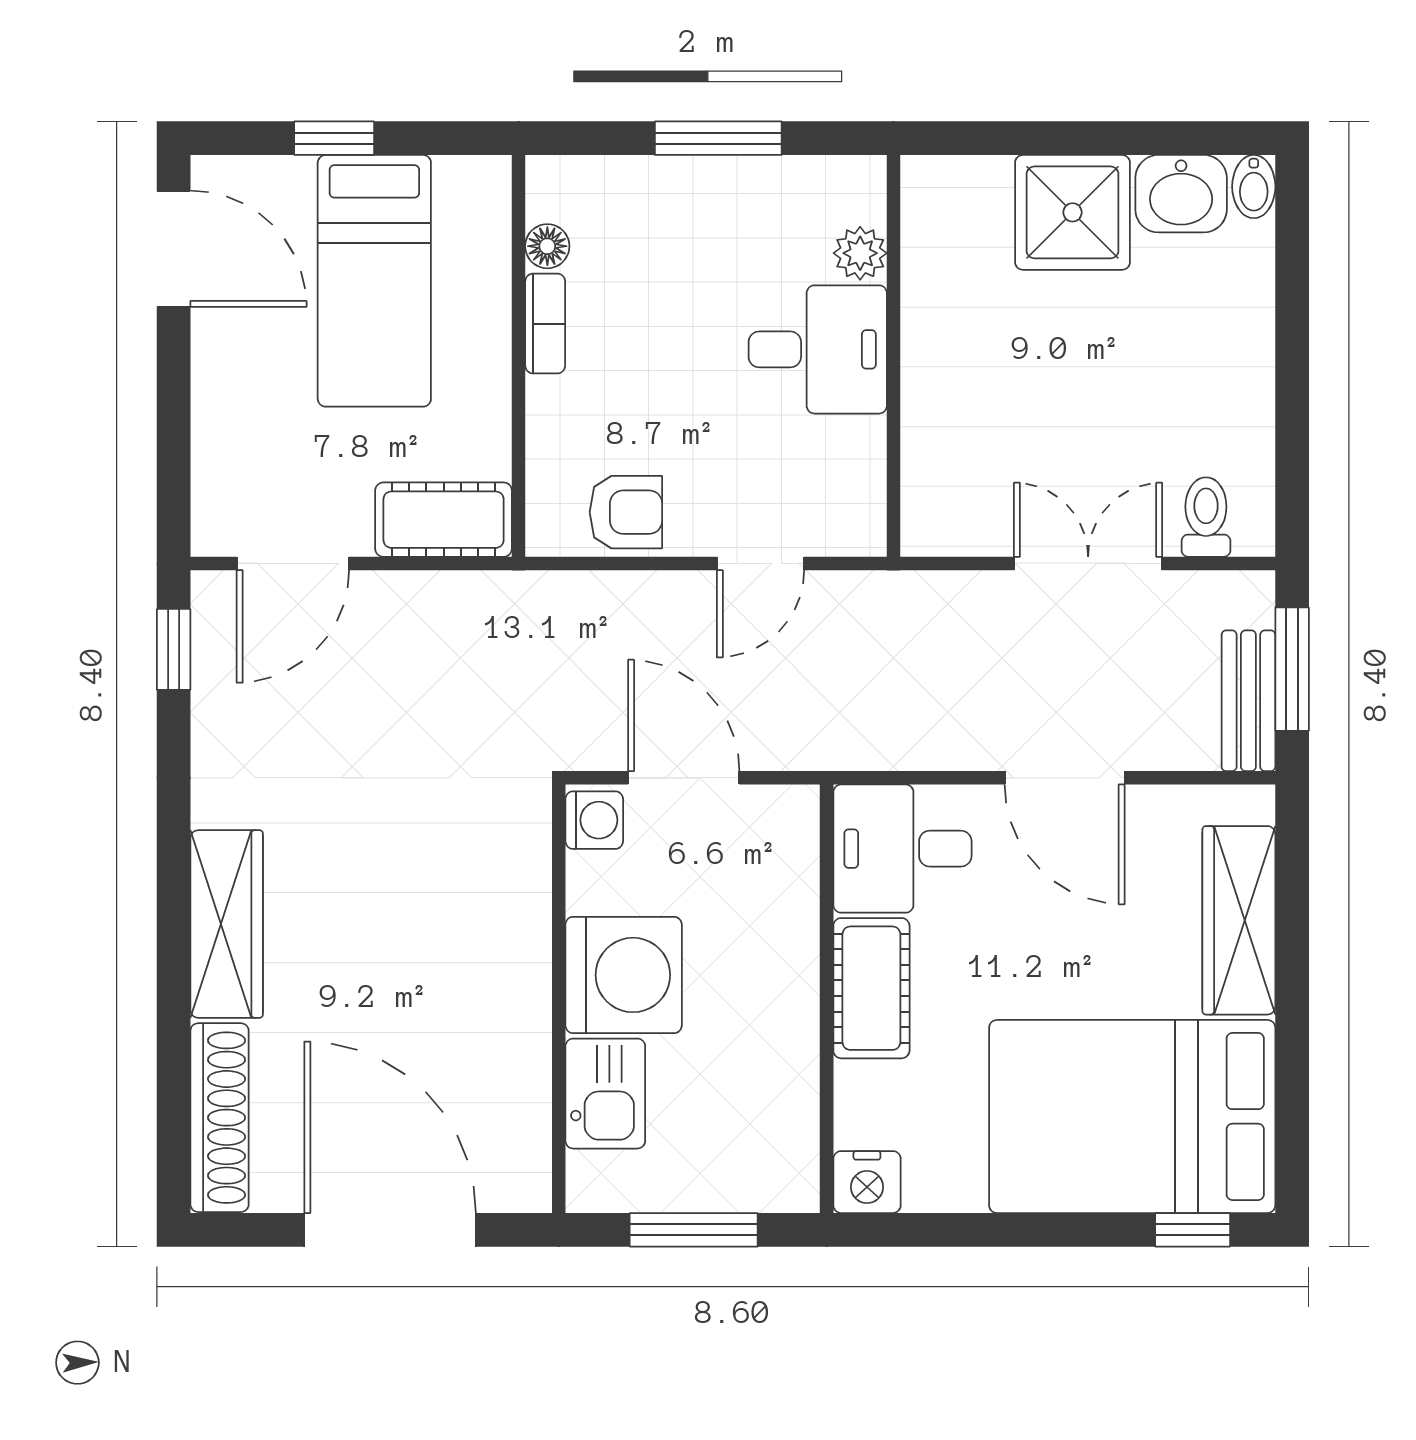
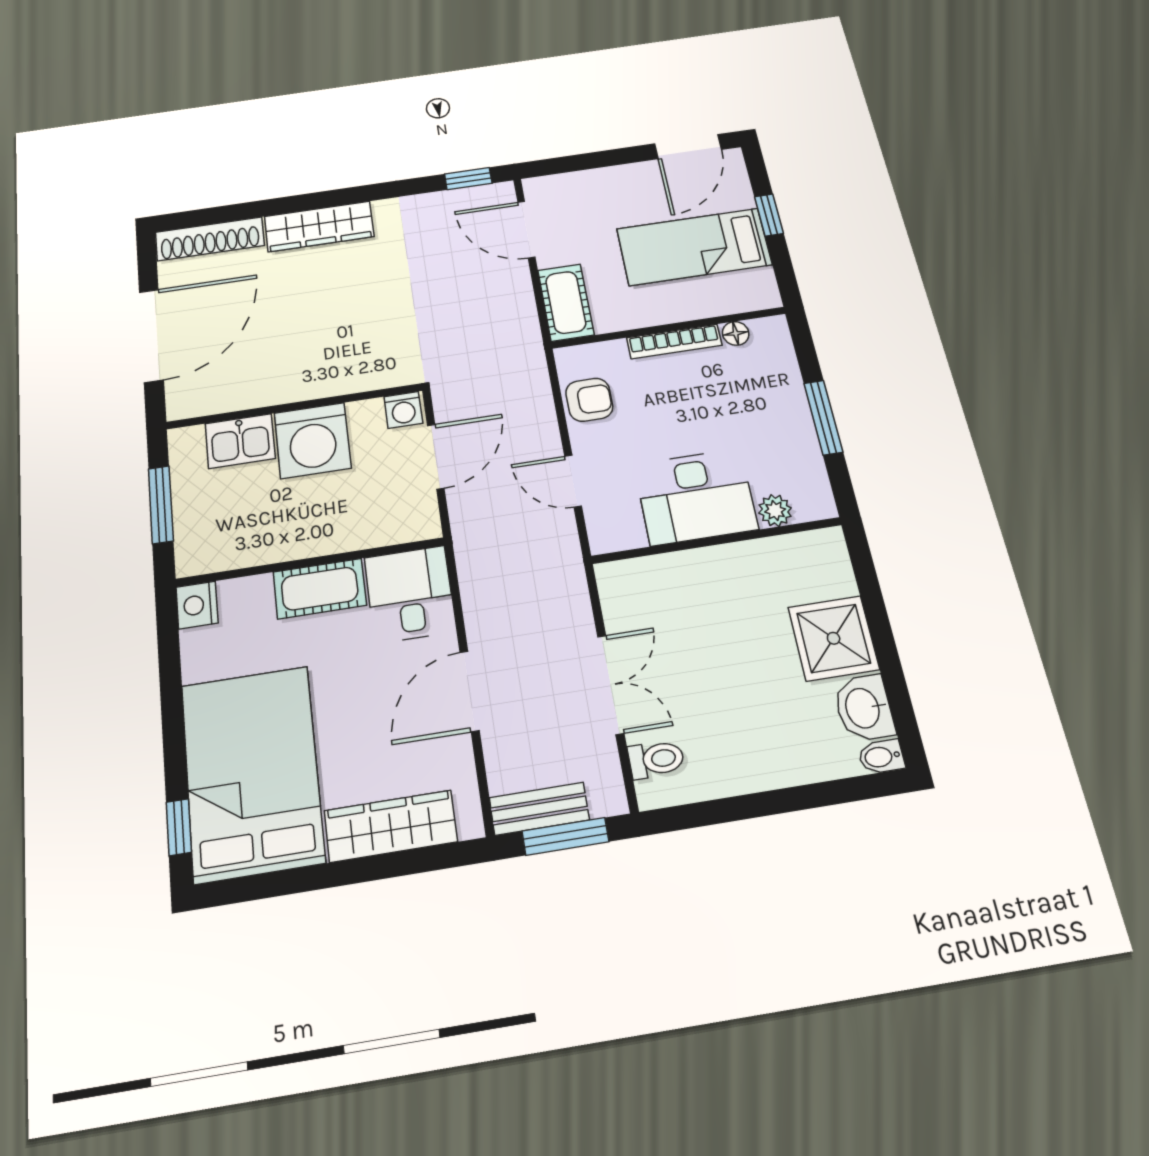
bookcase: (545, 324) -> (674, 341), width x1.56
desk: (818, 349) -> (696, 497), width x1.37
armchair: (626, 512) -> (589, 400), turned -90

